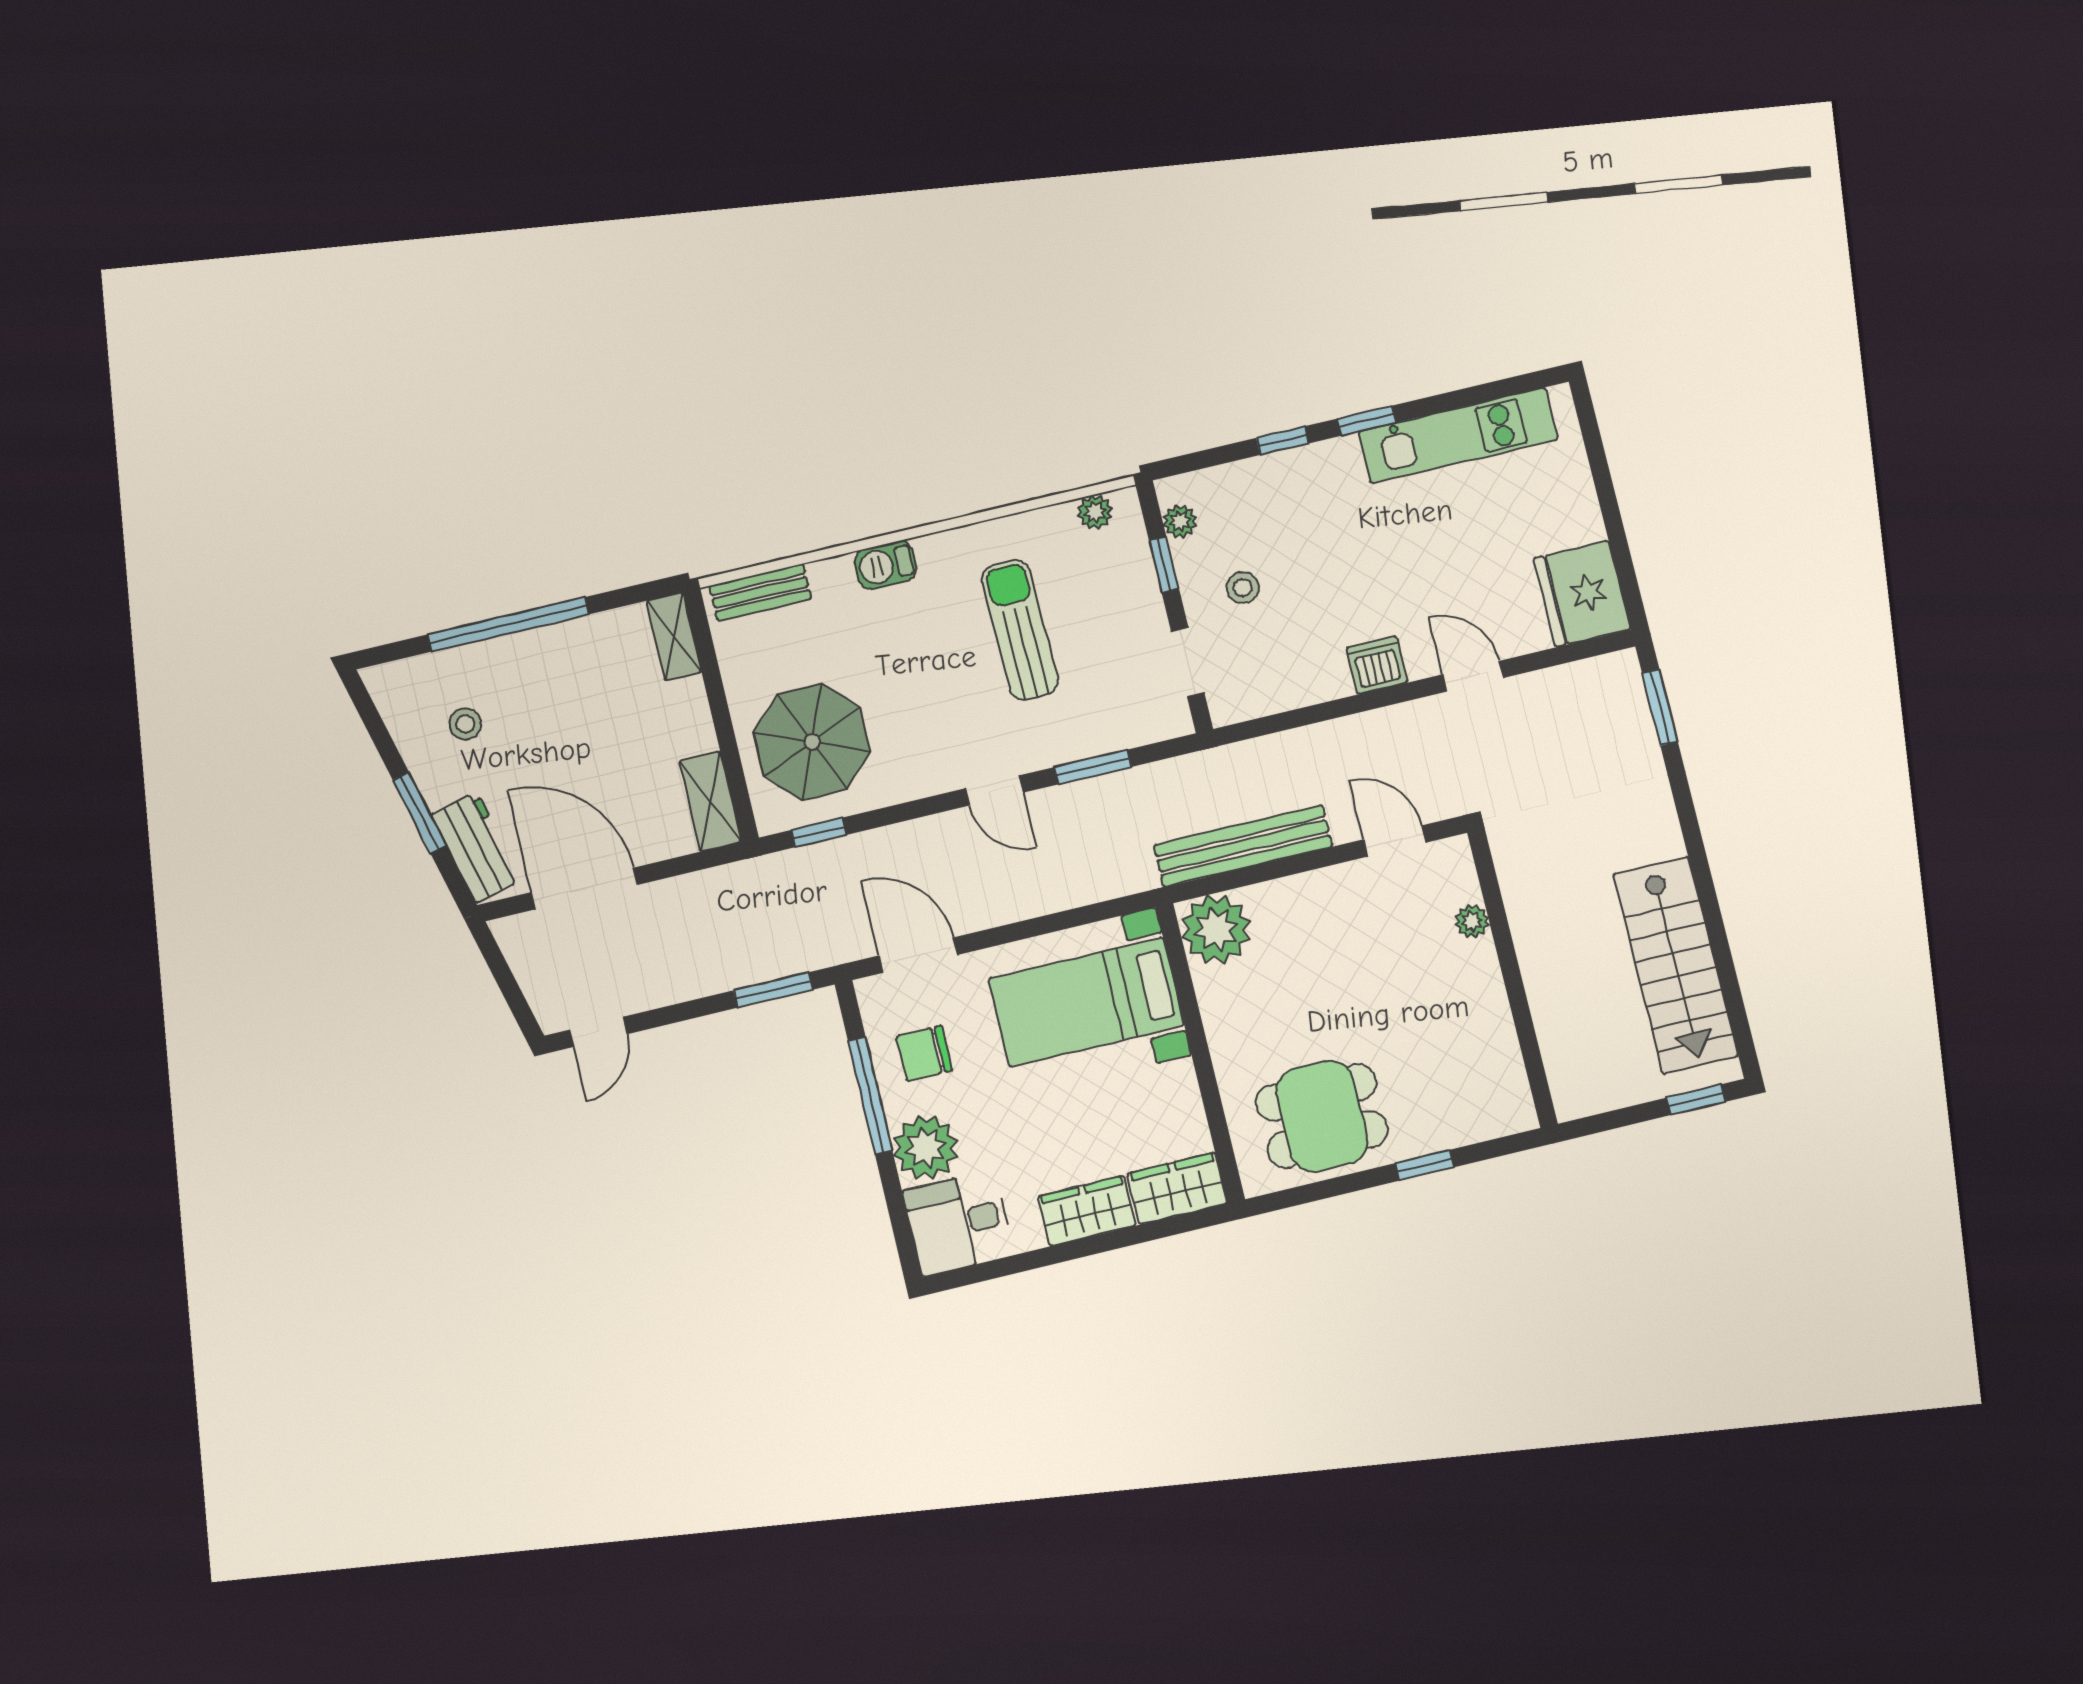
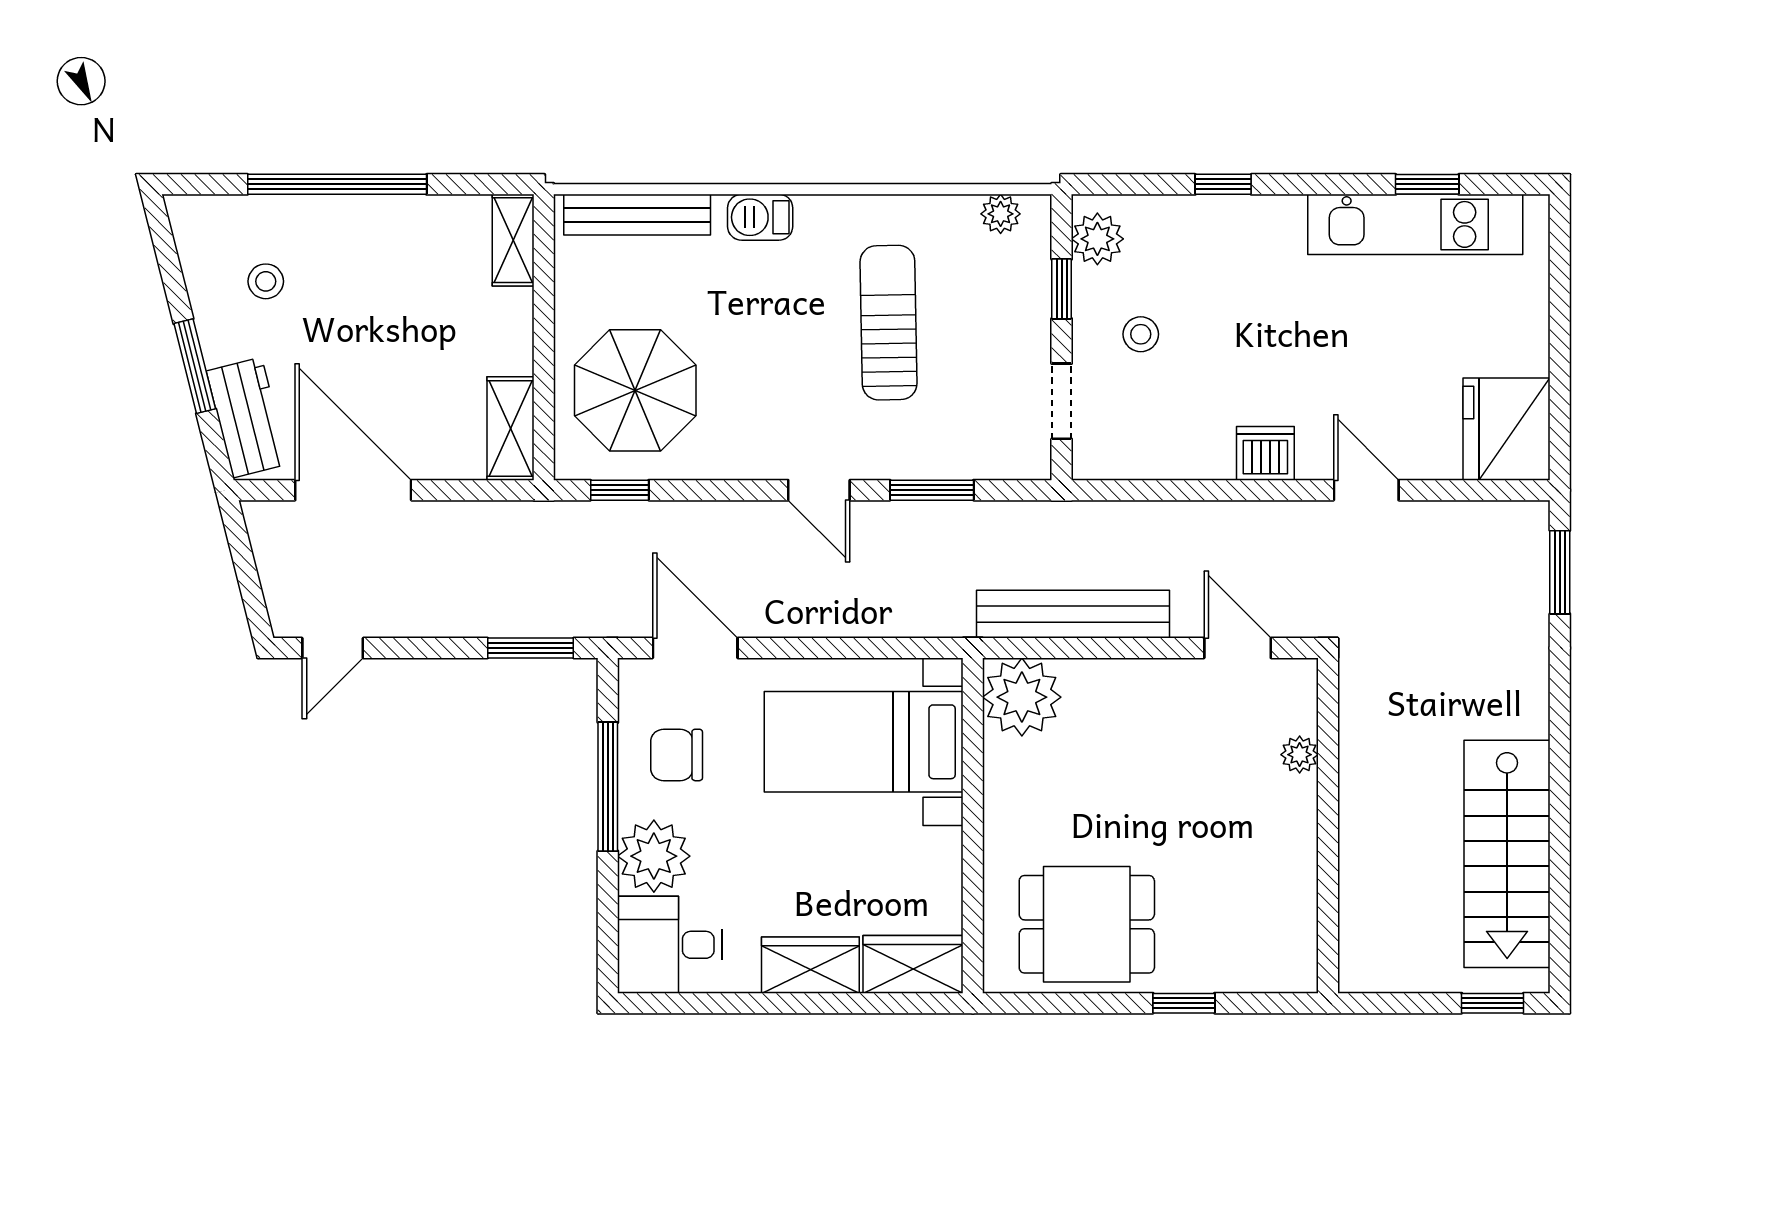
window: (1367, 421) -> (1427, 184), moved
plant: (1180, 521) -> (1097, 239), width x1.38, depth x1.38
bench: (760, 592) -> (637, 215), width x1.36

